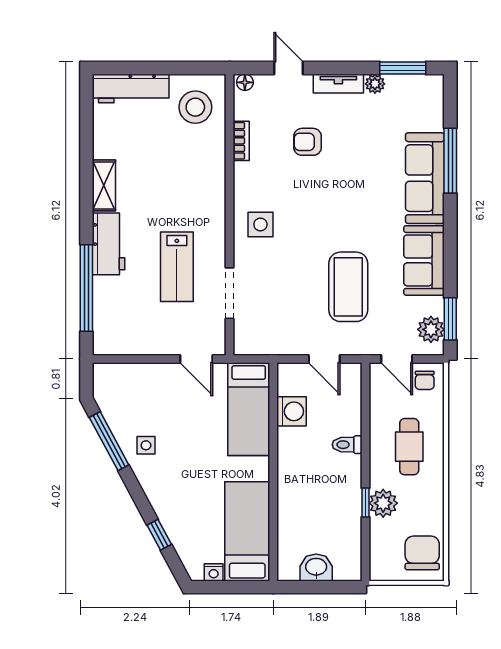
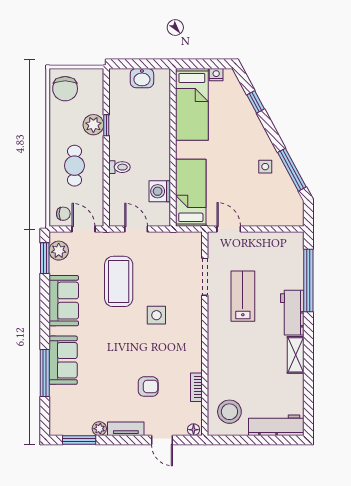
sofa: (425, 178) -> (63, 360), width x0.73
side table: (260, 224) -> (156, 315), moved
chair: (425, 380) -> (63, 214), turned 90

